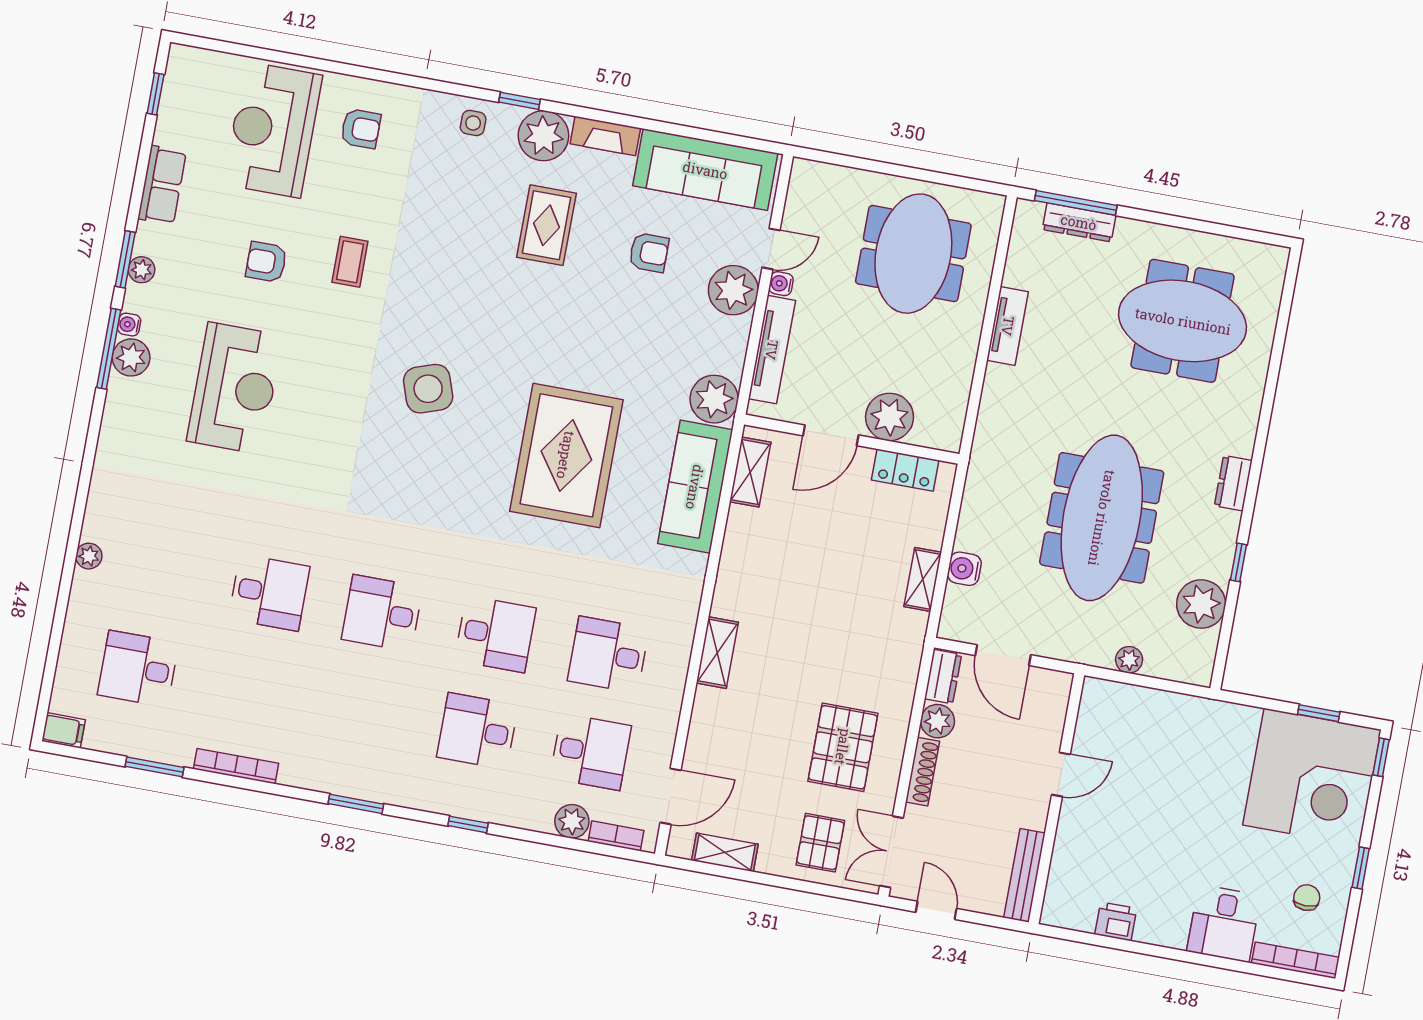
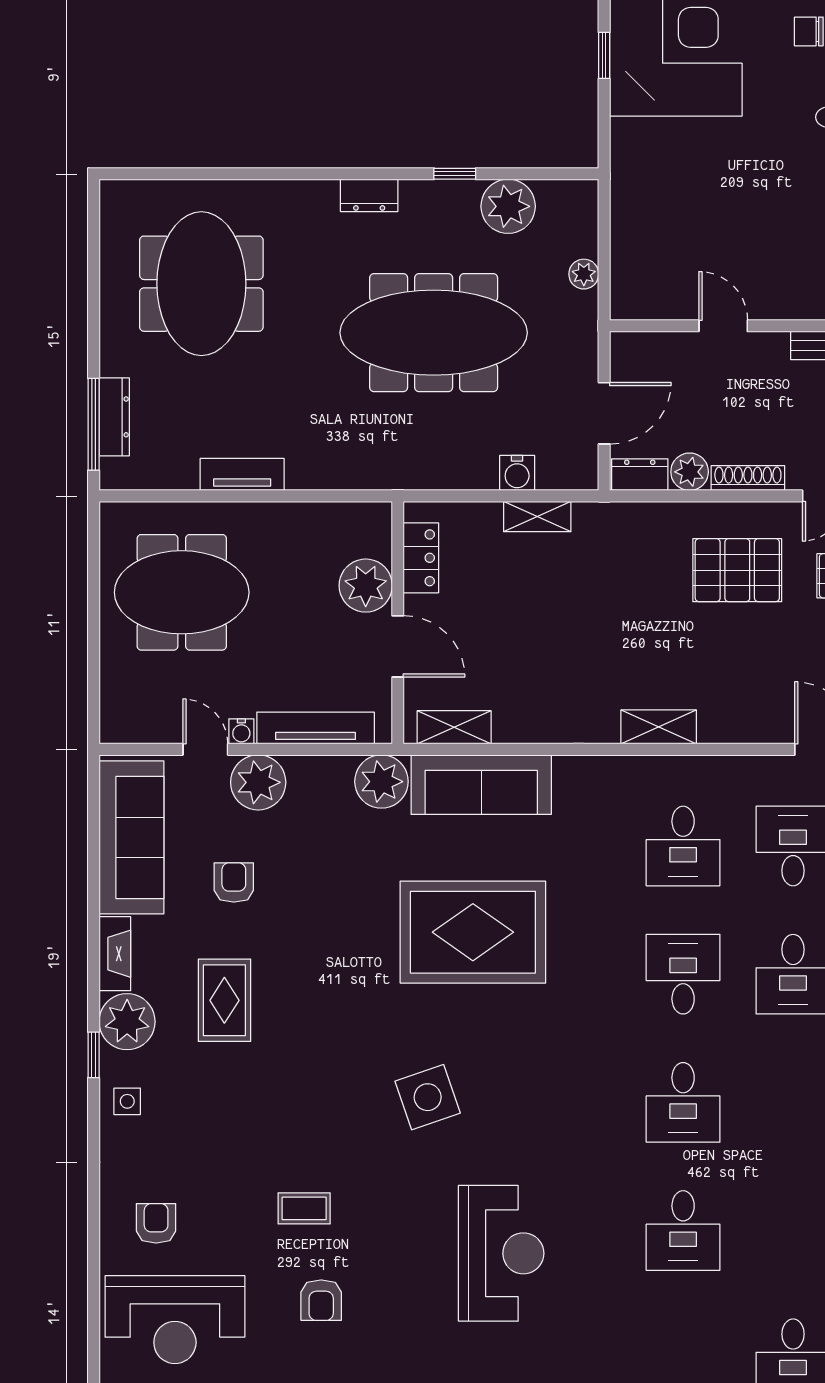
rug: (546, 225) -> (224, 1000), turned 90
reception desk: (235, 388) -> (501, 1253), moved, turned 90
desk: (269, 593) -> (683, 1231), turned 180

